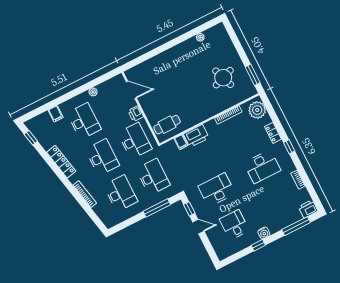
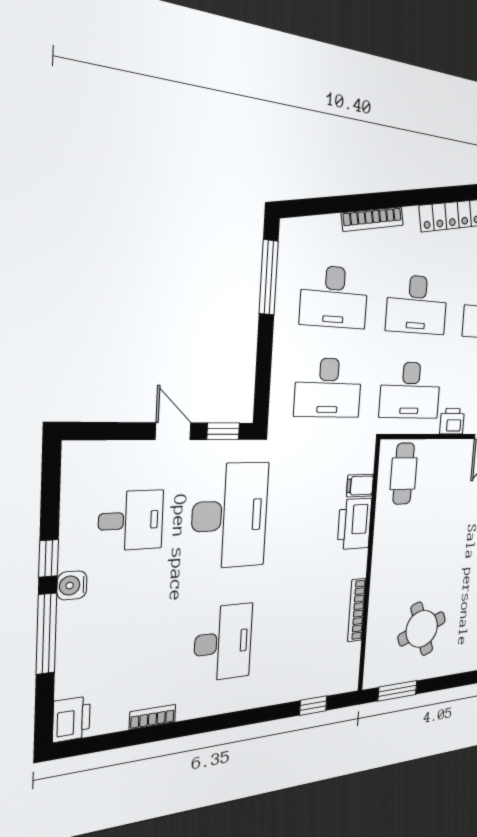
plant: (257, 110) -> (335, 676), removed
locker: (273, 133) -> (277, 693), removed
window: (289, 147) -> (313, 706), moved
desk: (262, 167) -> (223, 643), turned 180
desk: (217, 190) -> (230, 515), width x1.36, depth x1.30
window: (157, 208) -> (269, 277), moved
window: (296, 226) -> (46, 634), moved
door: (198, 227) -> (173, 431), swing flipped

